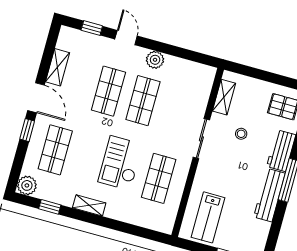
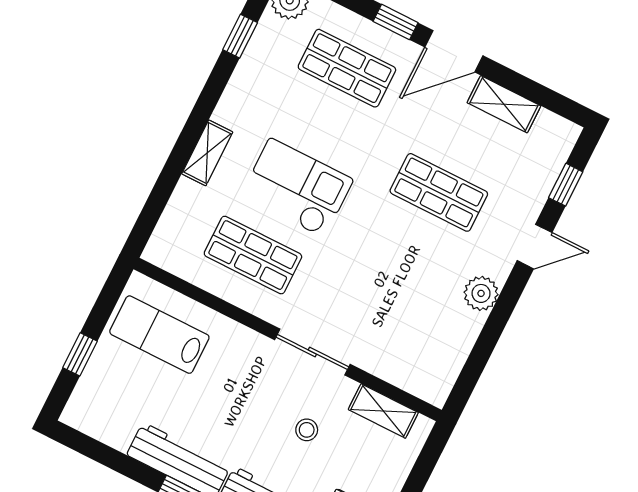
shop shelf: (143, 101) -> (408, 255), removed
shelving: (89, 205) -> (207, 153), moved

